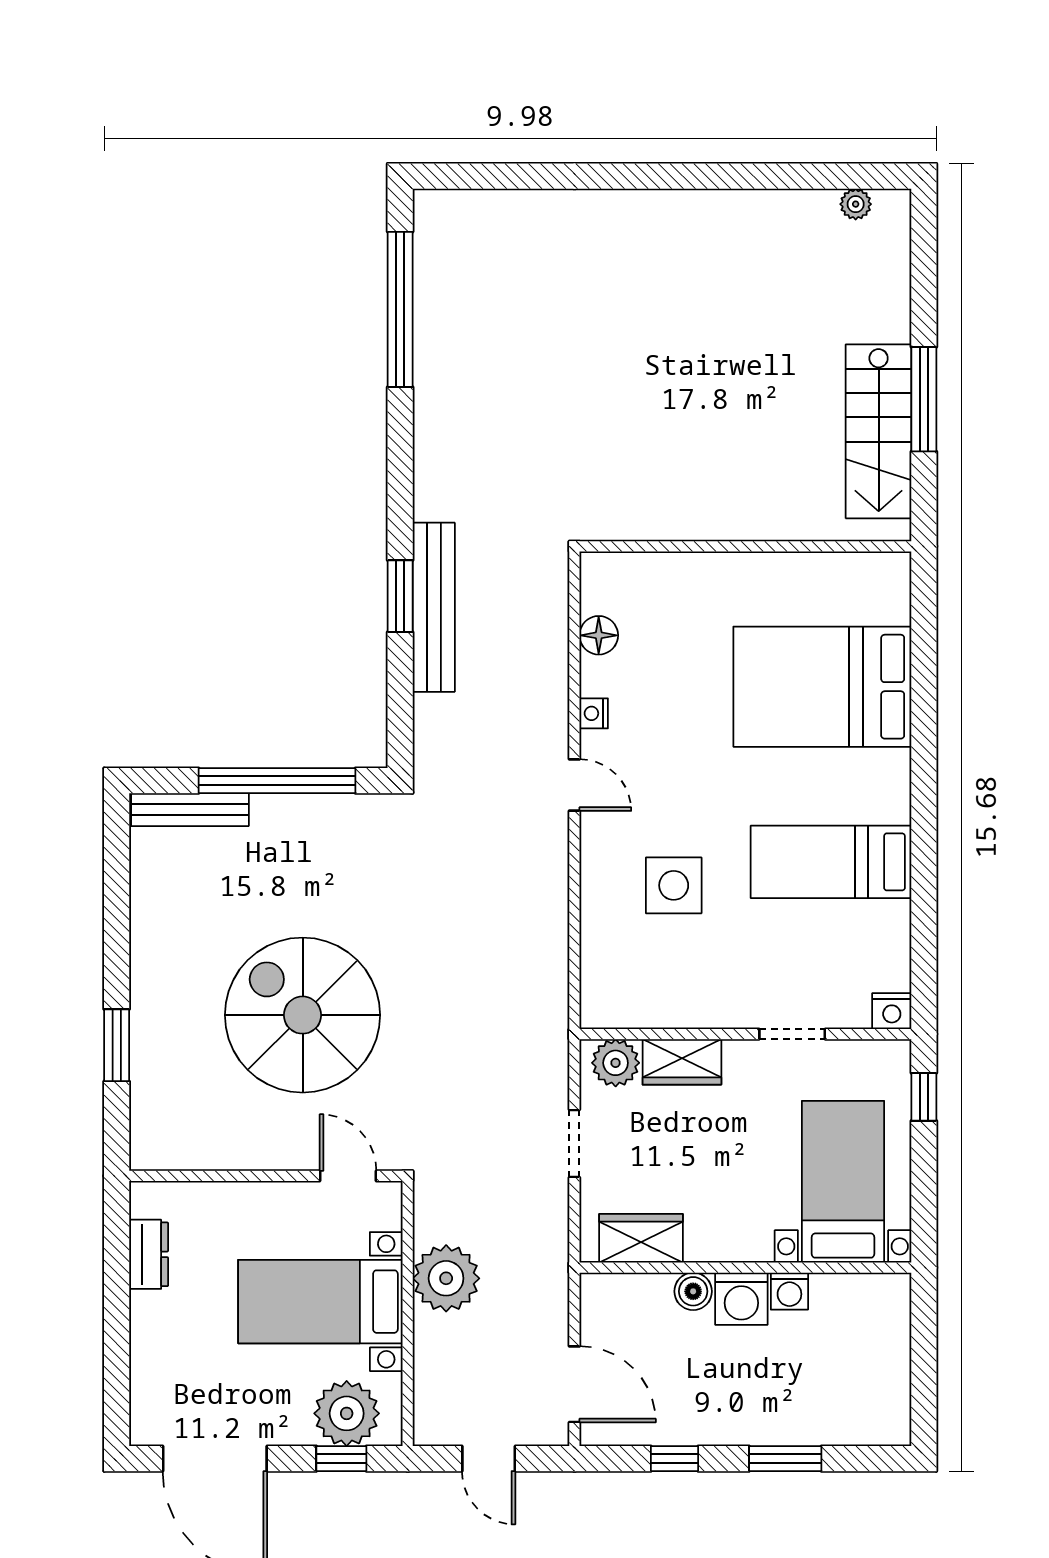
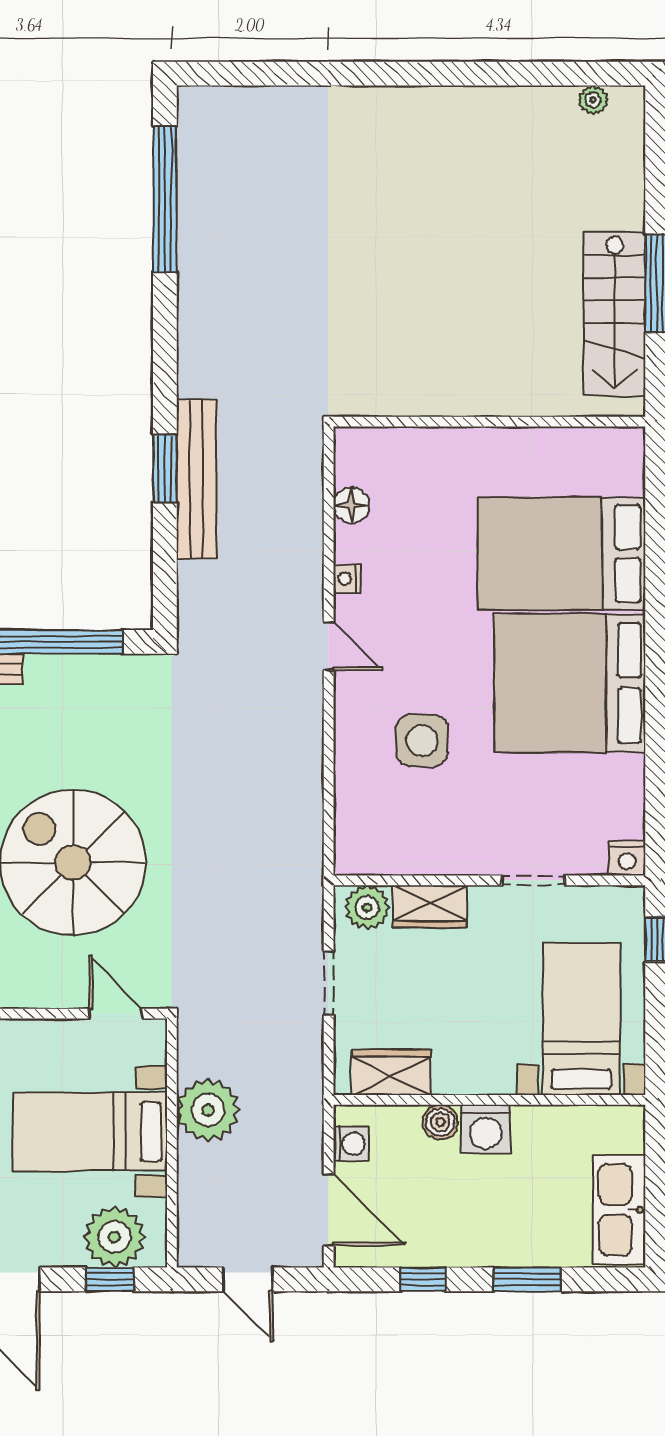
bed: (831, 862) -> (570, 683), width x2.04
washing machine: (789, 1291) -> (351, 1144), moved, turned -90
kitchen sink: (883, 1385) -> (619, 1210), added

